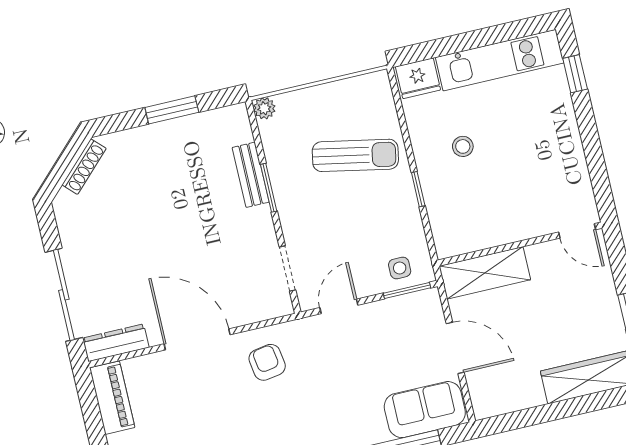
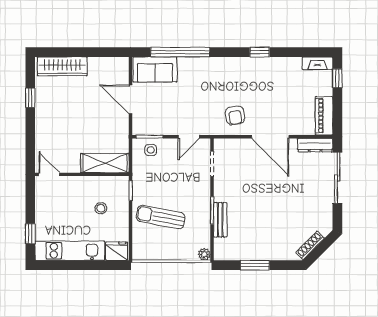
door: (577, 231) -> (49, 174), moved
wall: (520, 244) -> (82, 174), moved
shelving: (485, 273) -> (105, 163), moved

